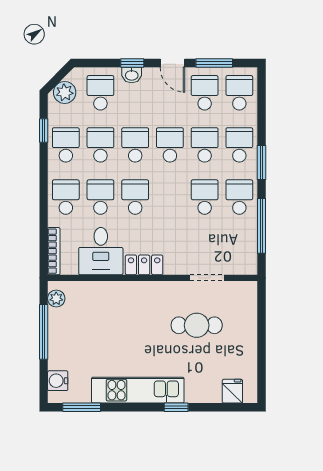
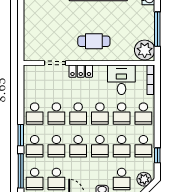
school desk: (170, 197) -> (78, 114), added
window: (262, 226) -> (21, 171), moved
locker: (144, 265) -> (81, 71), moved
plant: (56, 299) -> (145, 50), width x1.87, depth x1.87
cafe table: (197, 325) -> (94, 41), moved

